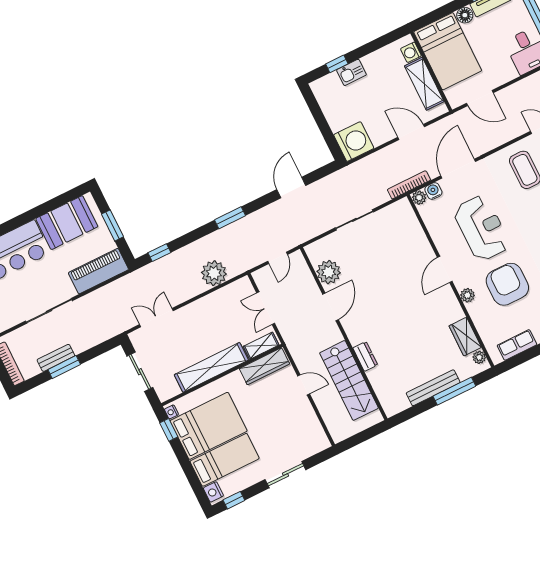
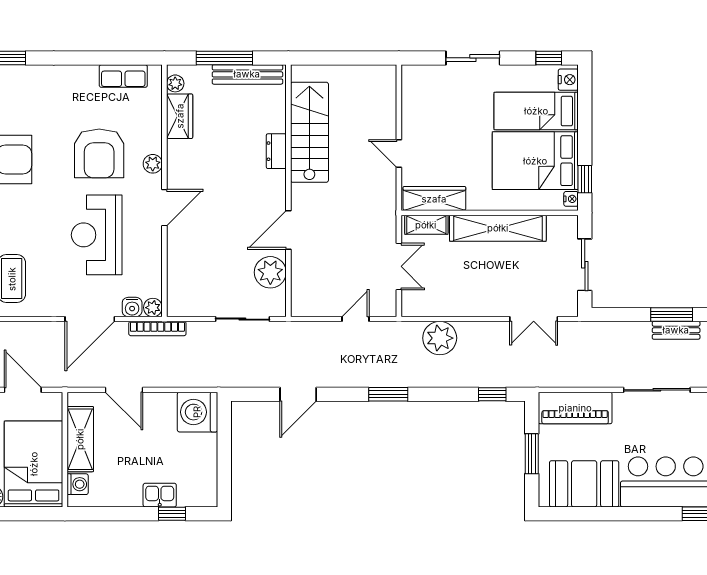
plant: (329, 272) -> (270, 272), moved
door: (331, 307) -> (288, 230), moved
wall: (344, 334) -> (288, 191), moved
dresser: (365, 356) -> (276, 151), moved
stairs: (349, 380) -> (309, 132), moved

